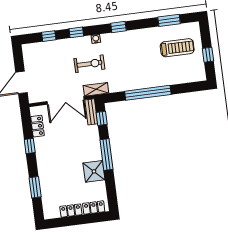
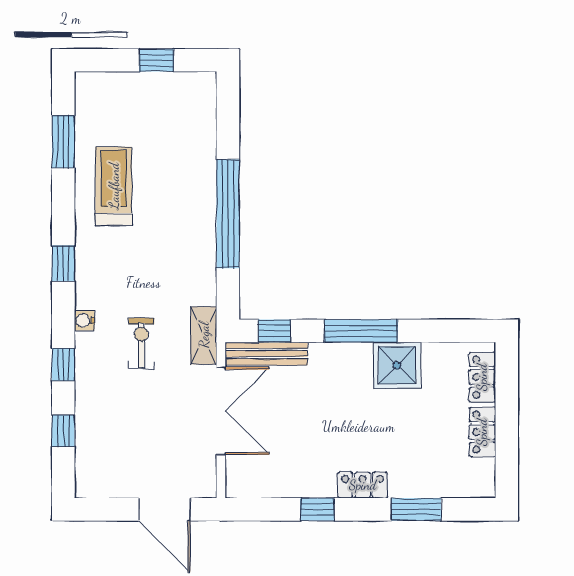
treadmill: (177, 48) -> (114, 186), moved
exercise bike: (89, 64) -> (141, 343), width x0.73, depth x0.72
bench: (91, 112) -> (266, 354), width x1.36
locker: (37, 126) -> (363, 485), moved

